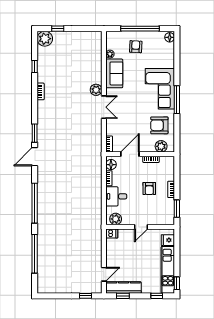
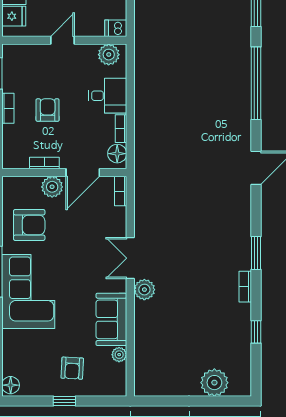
window: (58, 29) -> (214, 401), removed
window: (140, 29) -> (64, 401), width x0.32
plant: (45, 39) -> (214, 383), moved
window: (35, 133) -> (256, 253), moved
plant: (161, 146) -> (52, 187), moved

